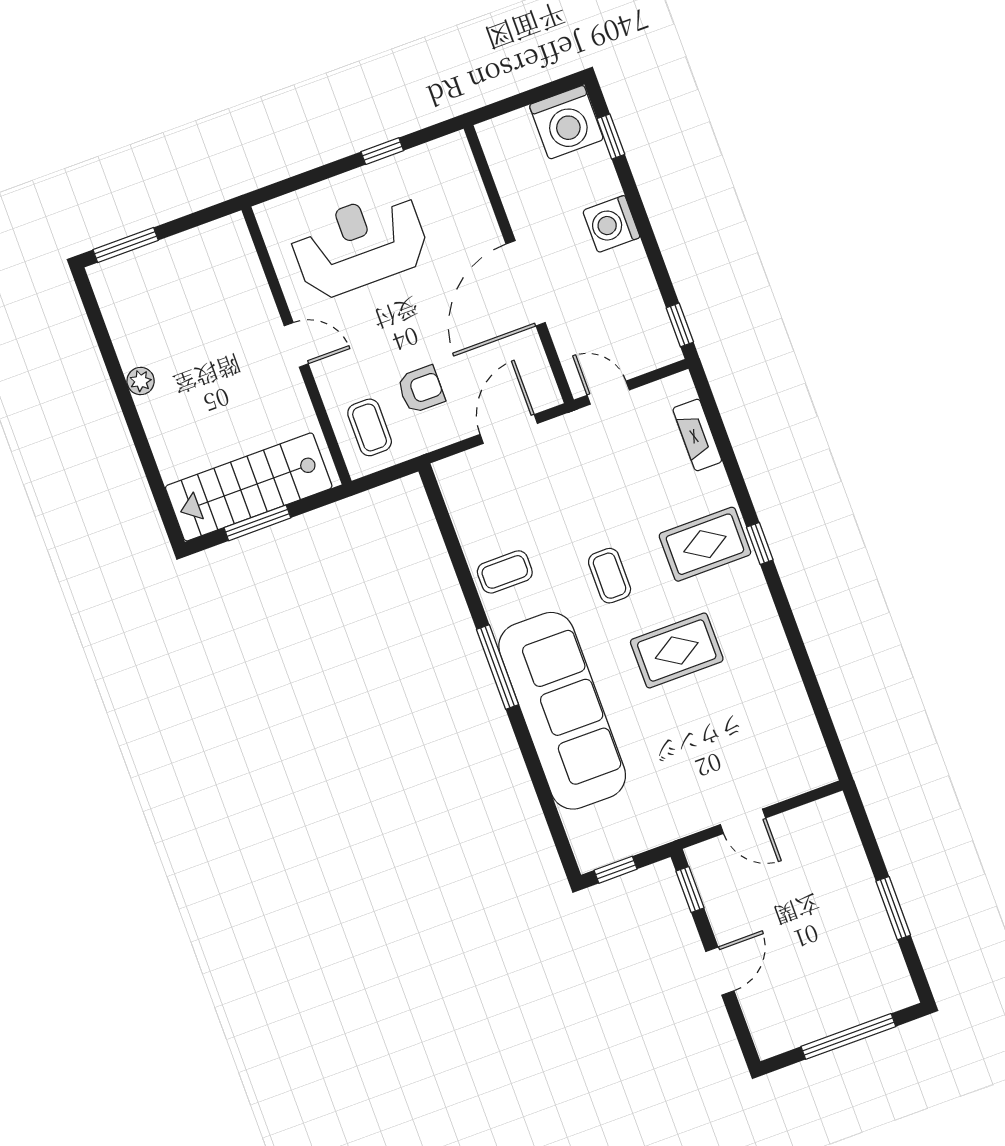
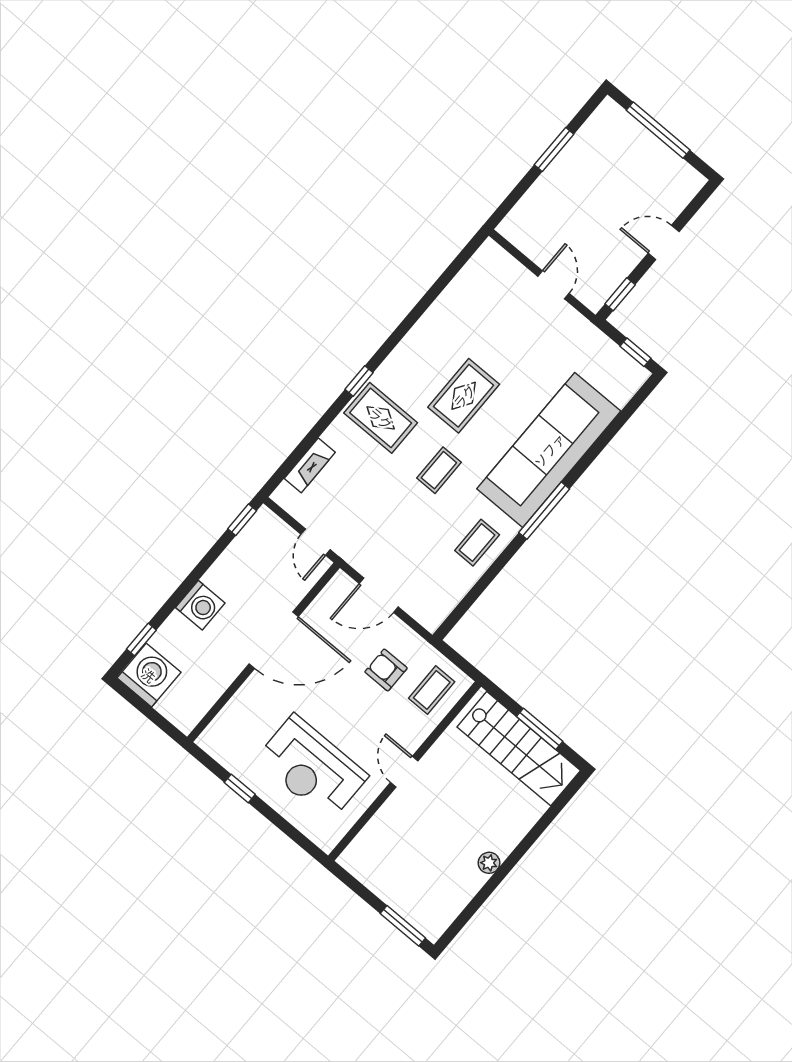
coffee table: (505, 572) -> (477, 543), turned 90
rug: (677, 650) -> (464, 396), turned 90

